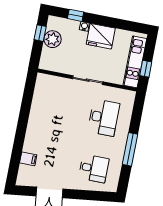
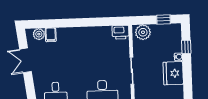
plant: (53, 39) -> (143, 32), moved
printer: (43, 83) -> (121, 32), added
plant: (24, 171) -> (39, 34), added

